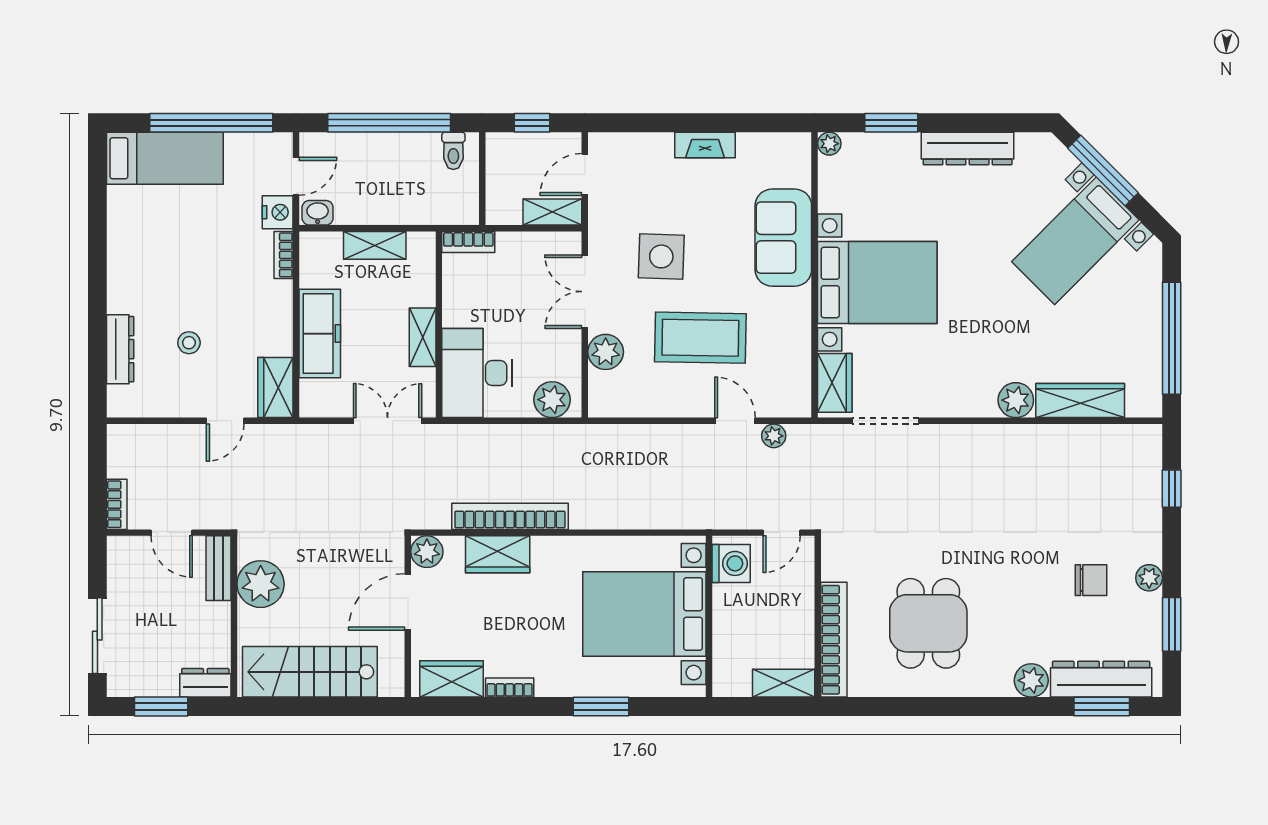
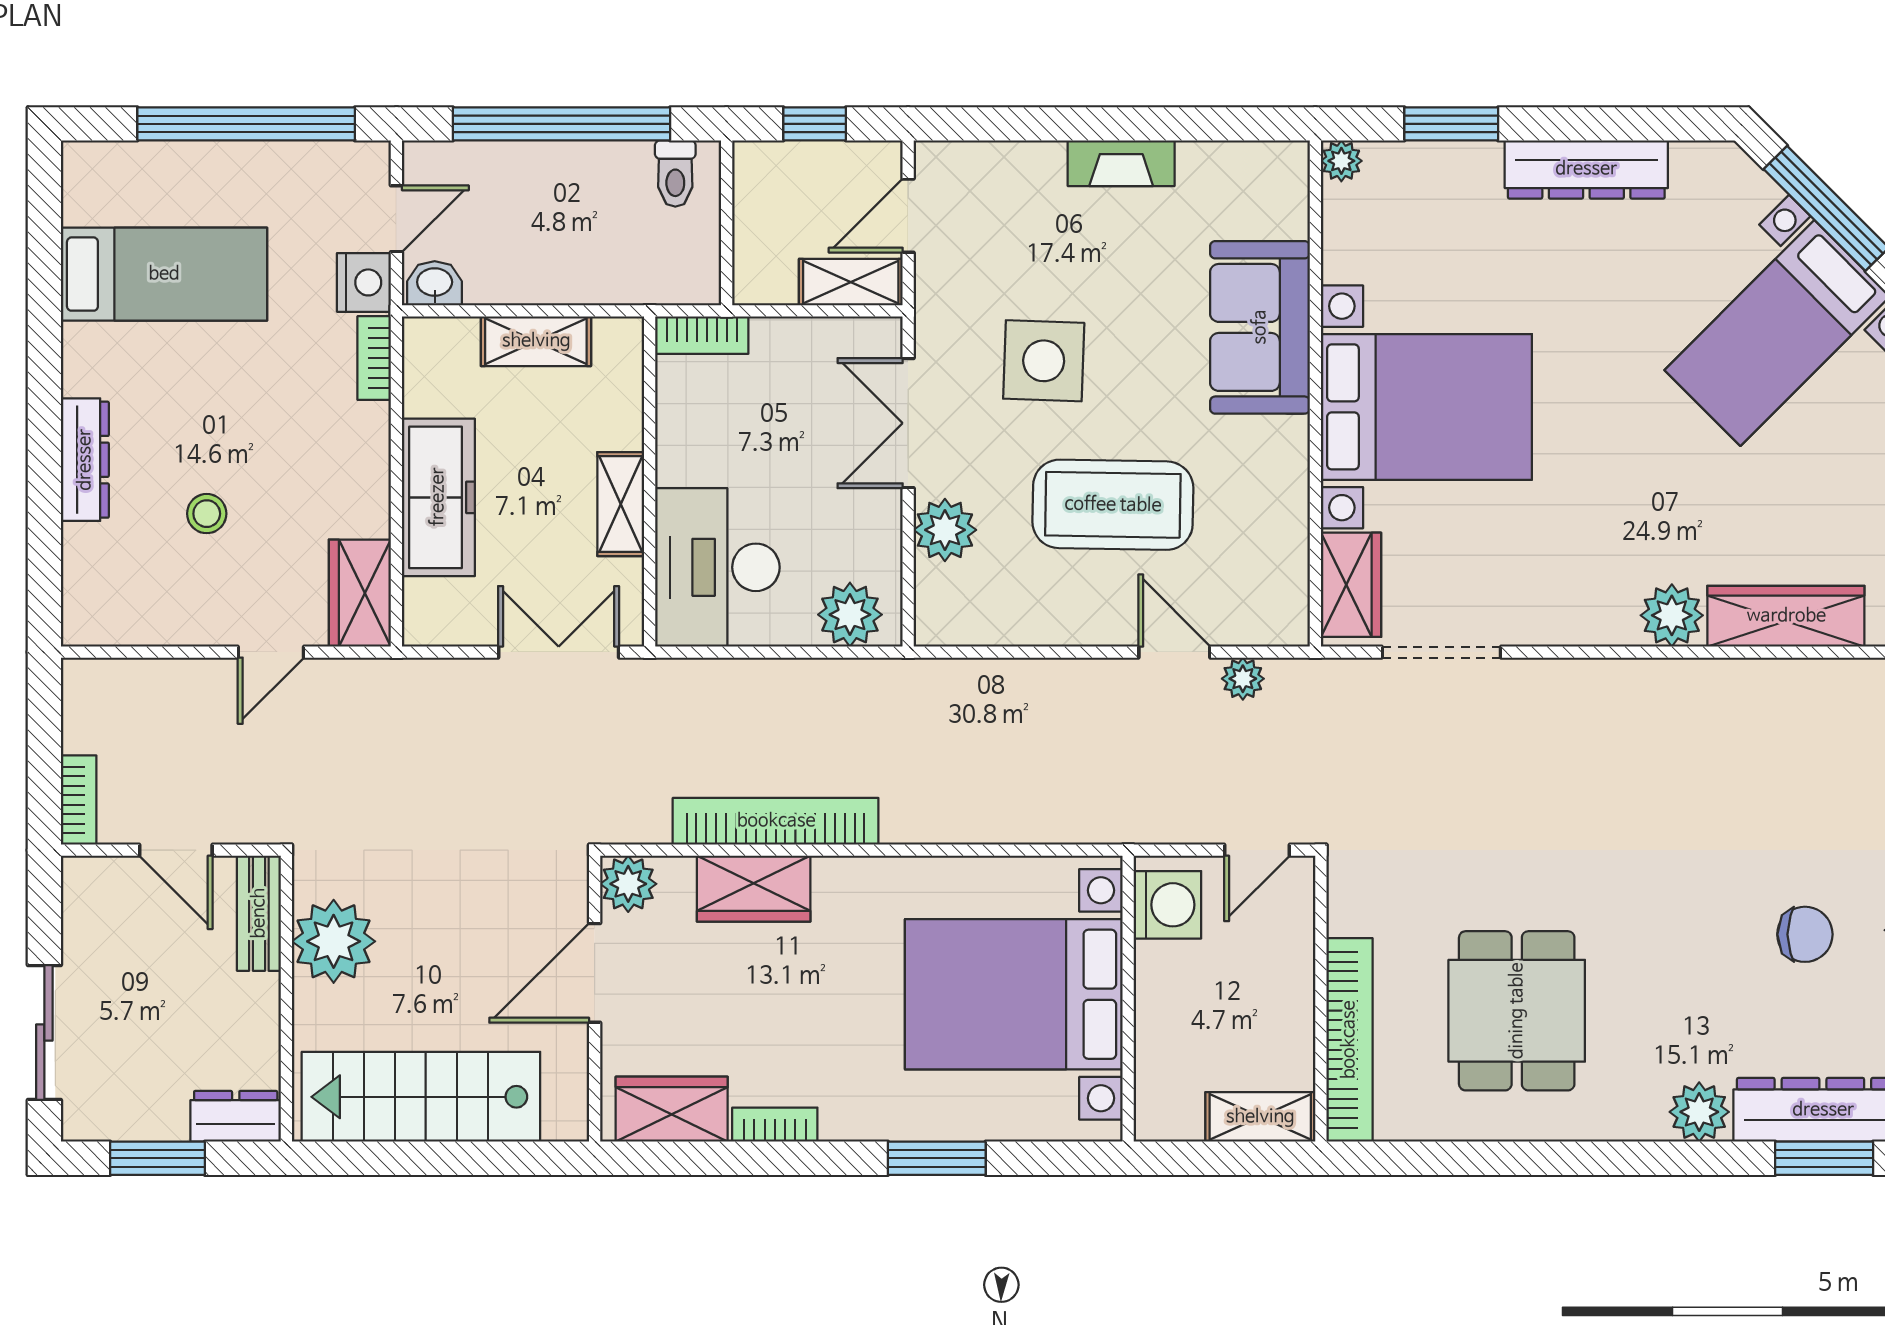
bed: (165, 158) -> (164, 274), moved
dresser: (120, 349) -> (85, 460), moved

